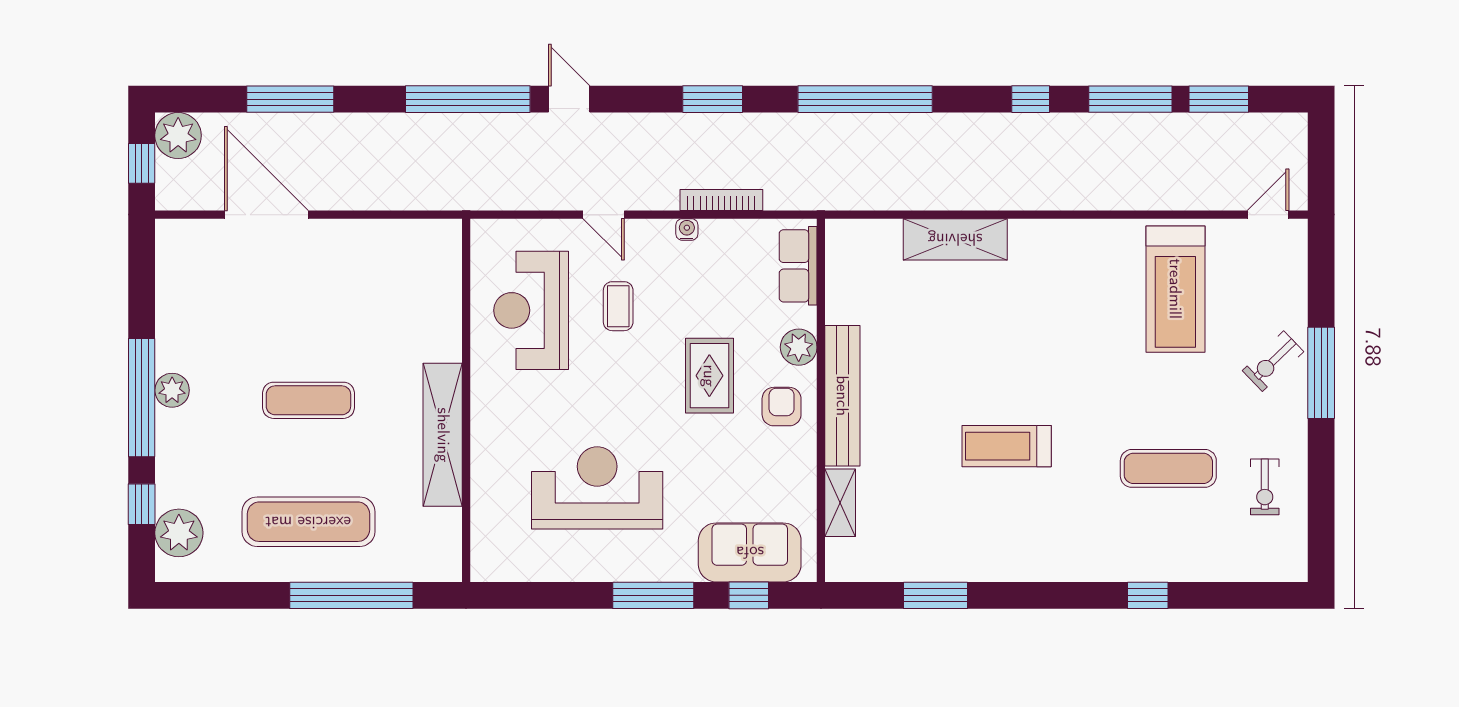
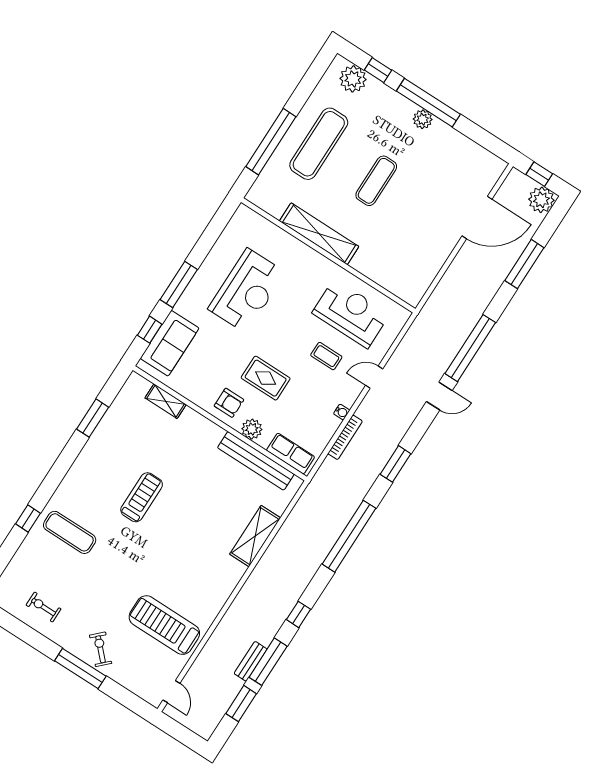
bench: (1147, 126) -> (251, 661), added
bench: (842, 396) -> (256, 461), moved
exercise mat: (1168, 468) -> (70, 532), moved, turned 90

